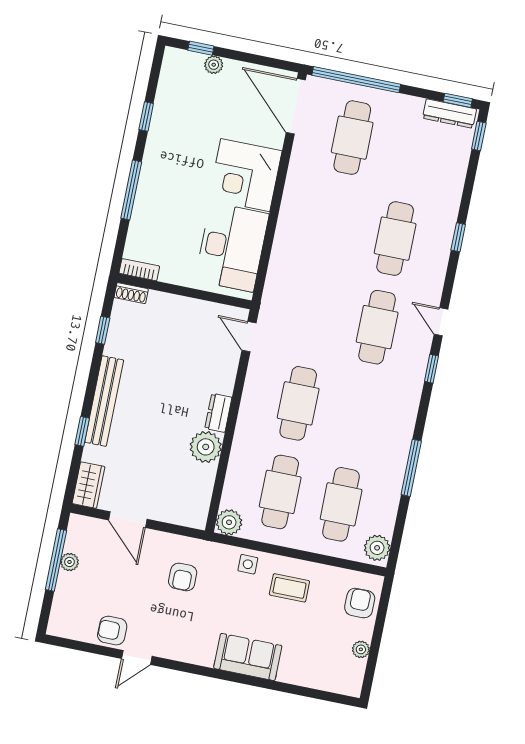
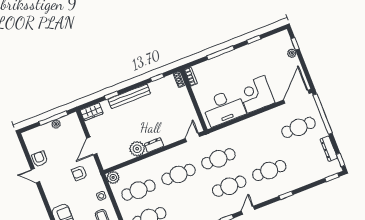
dresser: (449, 114) -> (329, 149), moved
cafe table: (316, 315) -> (218, 159), added
door: (128, 520) -> (92, 146), moved

